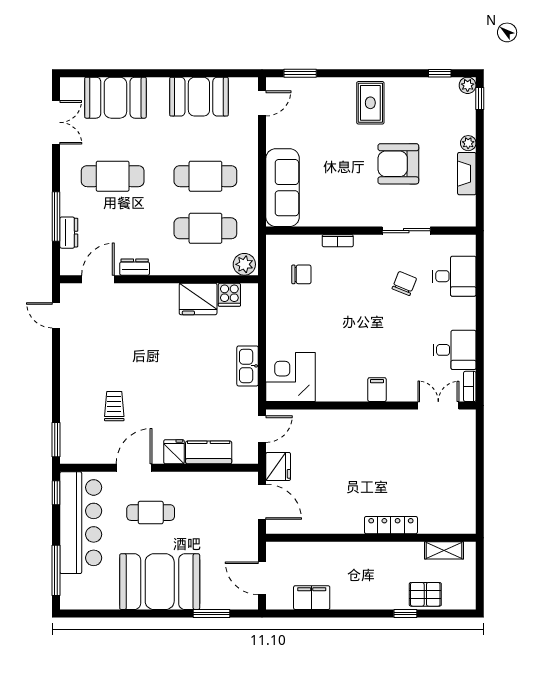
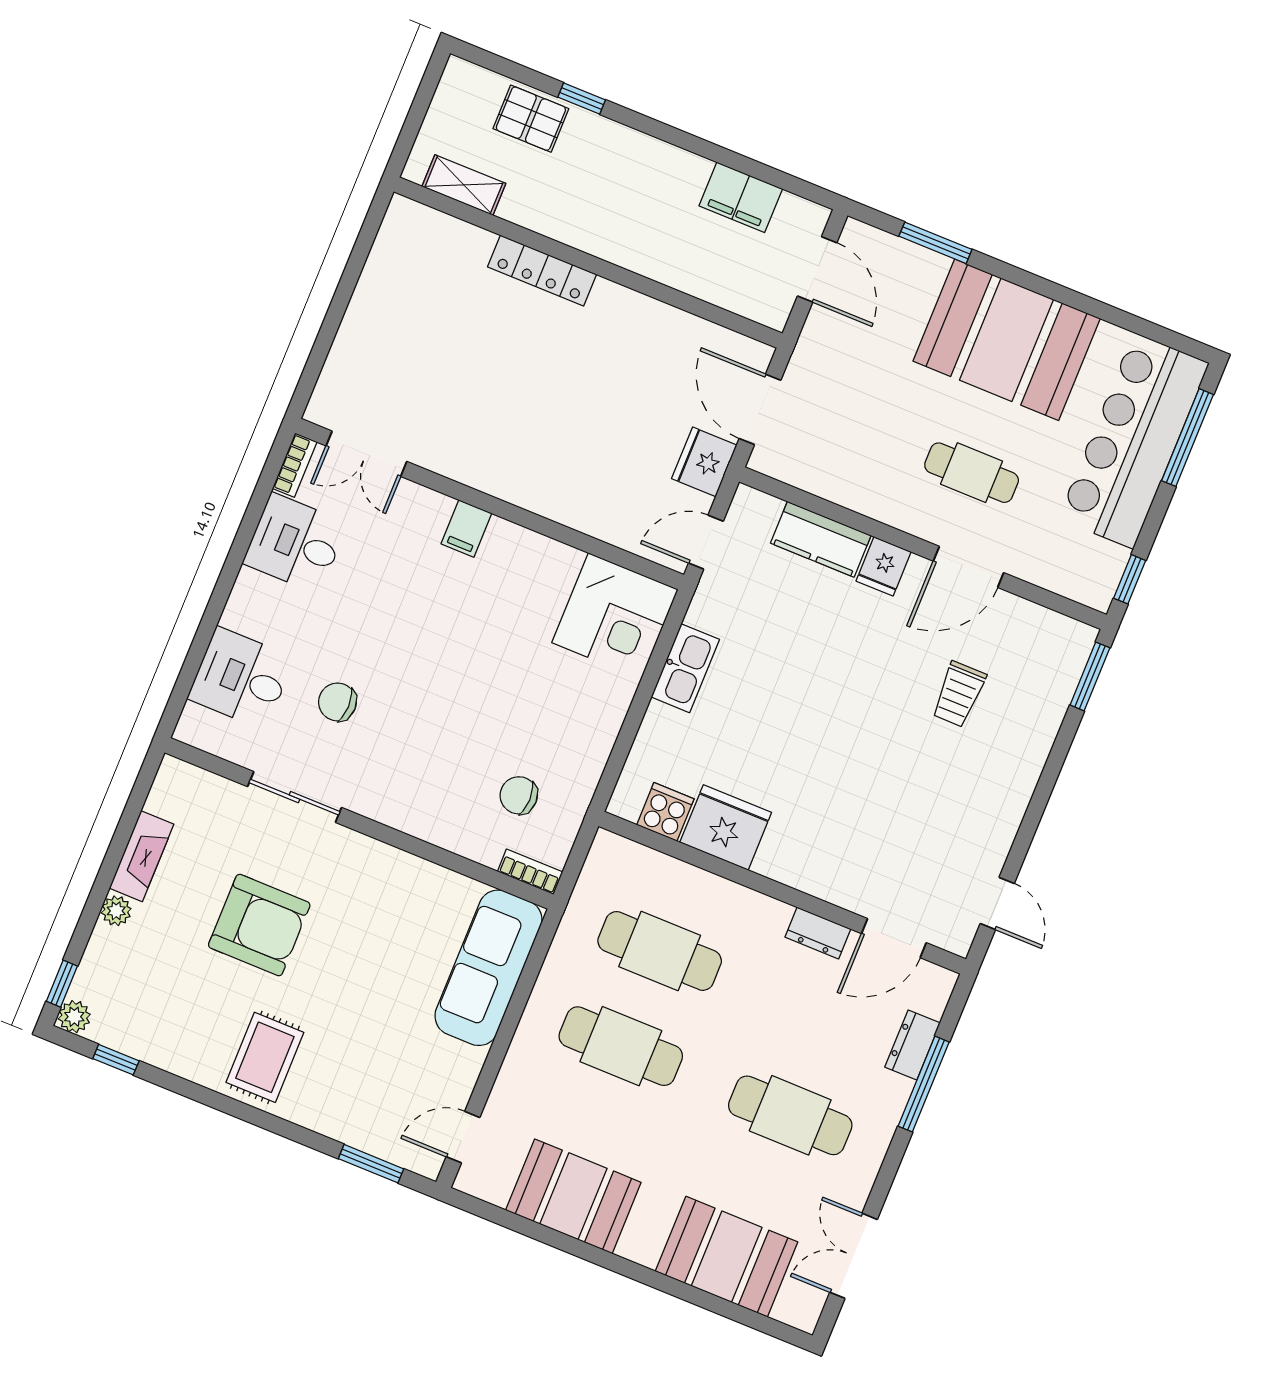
bookcase: (338, 241) -> (530, 872), moved
plant: (244, 264) -> (615, 856), removed
chair: (404, 283) -> (338, 702), turned 68
bar counter: (81, 523) -> (1134, 441), moved

